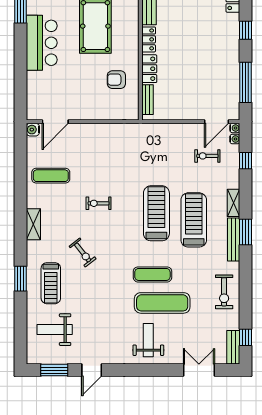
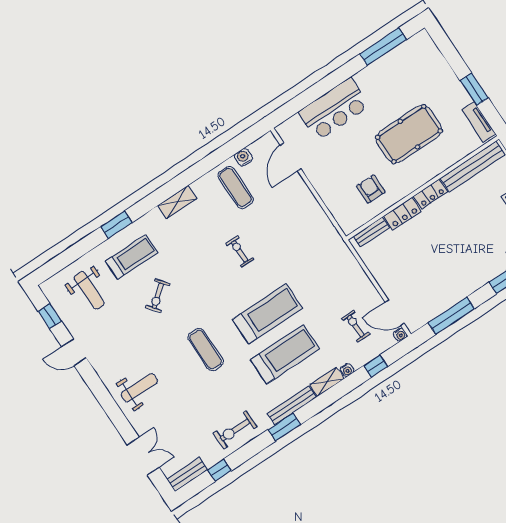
bar counter: (42, 43) -> (334, 109), moved
door: (55, 122) -> (291, 157), hinge flipped
water cooler: (33, 130) -> (243, 157), moved
water cooler: (235, 139) -> (347, 370), moved
window: (246, 232) -> (284, 427), moved
exercise bike: (83, 252) -> (158, 296), moved
treadmill: (51, 283) -> (132, 257), turned 180
exercise mat: (162, 303) -> (184, 377), removed
weight bench: (55, 330) -> (89, 290), turned 180
window: (246, 337) -> (220, 470), moved
window: (54, 370) -> (50, 316), width x0.67

